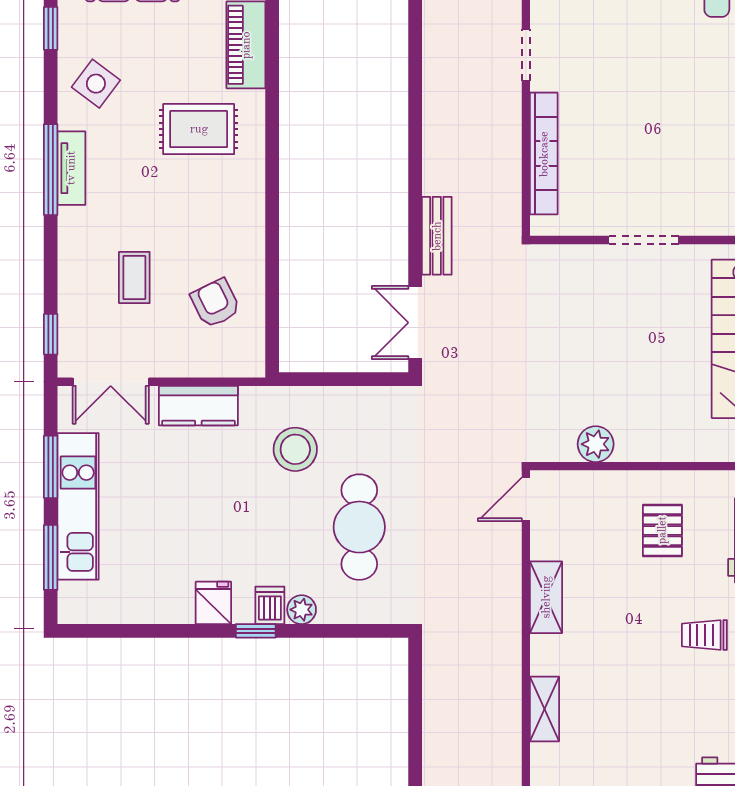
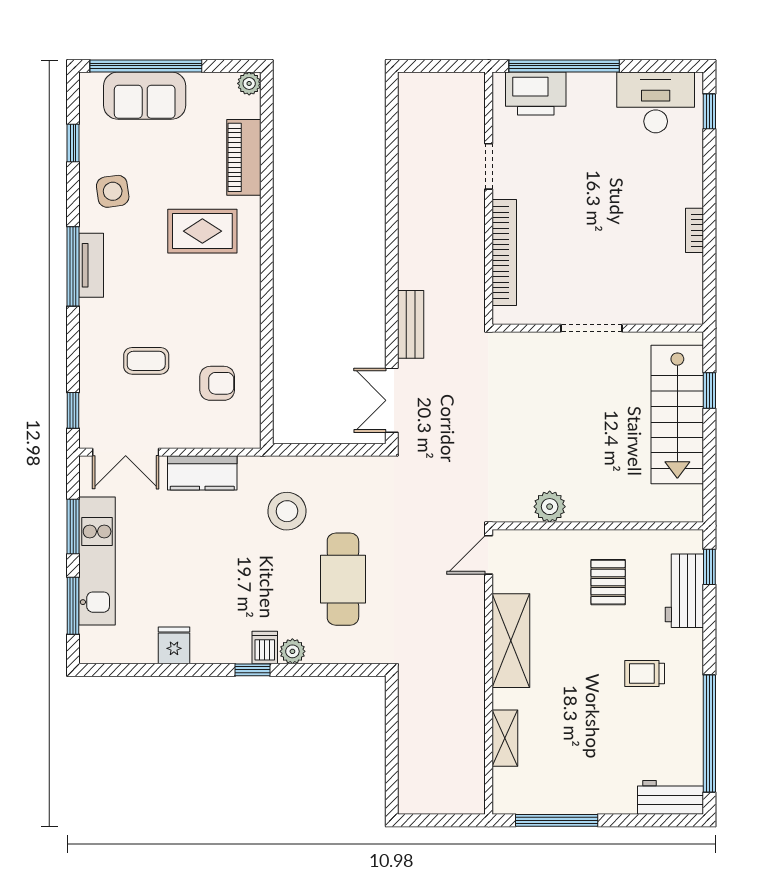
side table: (96, 84) -> (113, 191), turned 45
coffee table: (134, 277) -> (146, 361), turned 90
armchair: (215, 303) -> (217, 383), turned 116
shelving: (546, 597) -> (511, 641), width x1.50, depth x1.33
fridge: (213, 603) -> (174, 645), moved

